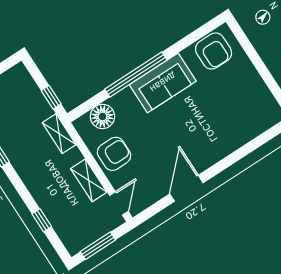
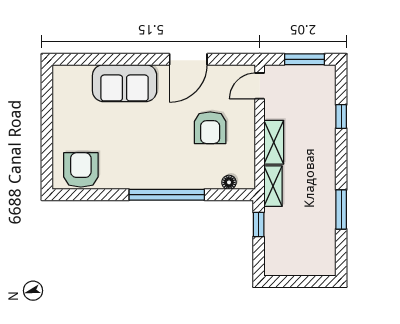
sofa: (163, 83) -> (125, 83), moved, turned 180
floor lamp: (102, 116) -> (229, 182), width x0.53, depth x0.53
armchair: (114, 154) -> (210, 128), moved, turned -90
shelving: (89, 180) -> (274, 142), moved

